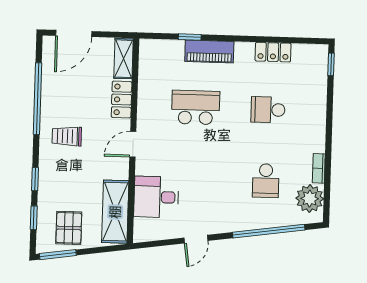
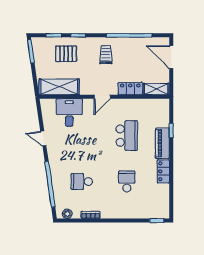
locker: (273, 52) -> (163, 171), moved
door: (133, 144) -> (102, 97), swing flipped
plant: (310, 199) -> (67, 214), width x0.53, depth x0.53
pallet: (69, 228) -> (66, 54), moved

